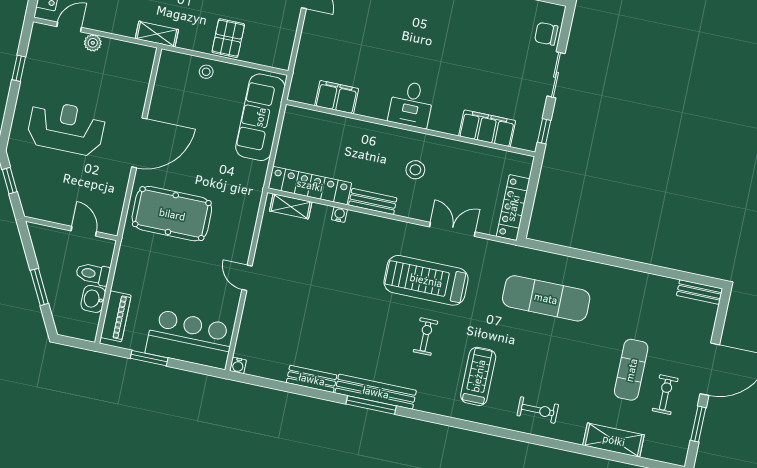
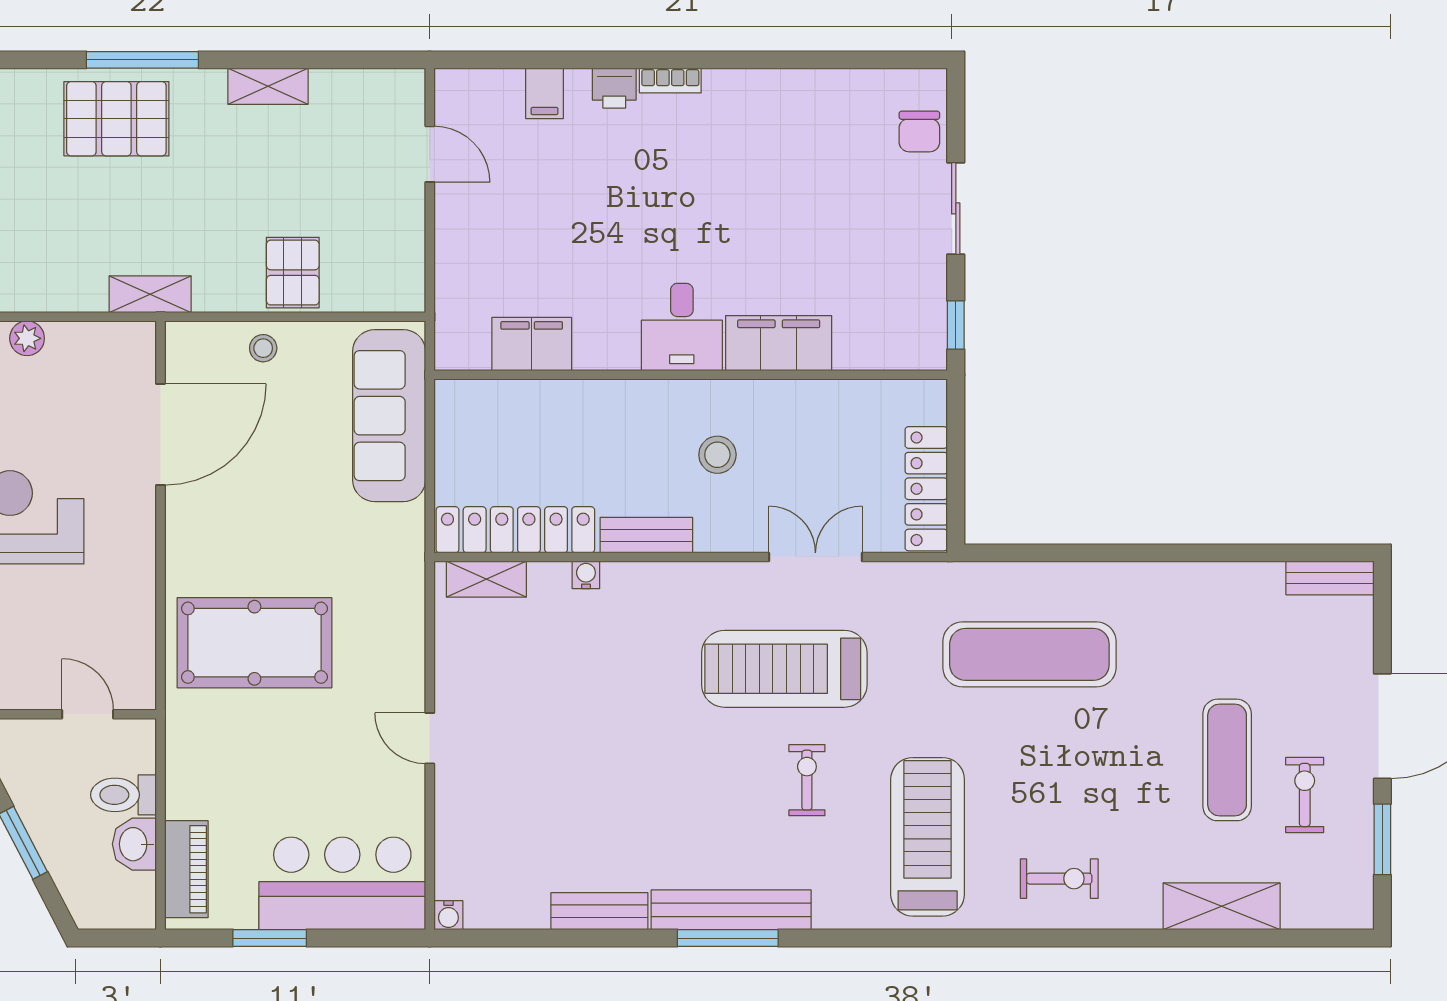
chair: (546, 34) -> (919, 132), turned -90
filing cabinet: (487, 128) -> (779, 343), moved
door: (139, 143) -> (161, 435), moved
treadmill: (478, 376) -> (928, 837), width x1.37, depth x1.38

